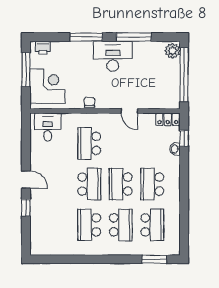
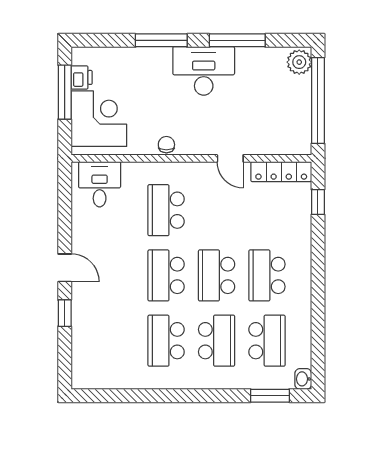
printer: (43, 48) -> (82, 77), moved, turned -90
locker: (168, 119) -> (281, 172), width x1.53
washbasin: (175, 149) -> (303, 379), moved
school desk: (89, 184) -> (166, 275), turned 180

